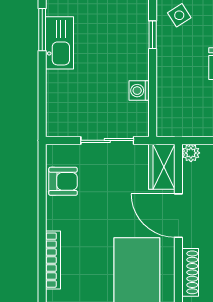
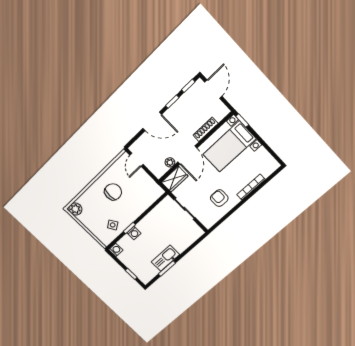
washing machine: (139, 91) -> (134, 233), moved
plant: (191, 153) -> (170, 162), moved
armchair: (63, 181) -> (219, 198), moved

